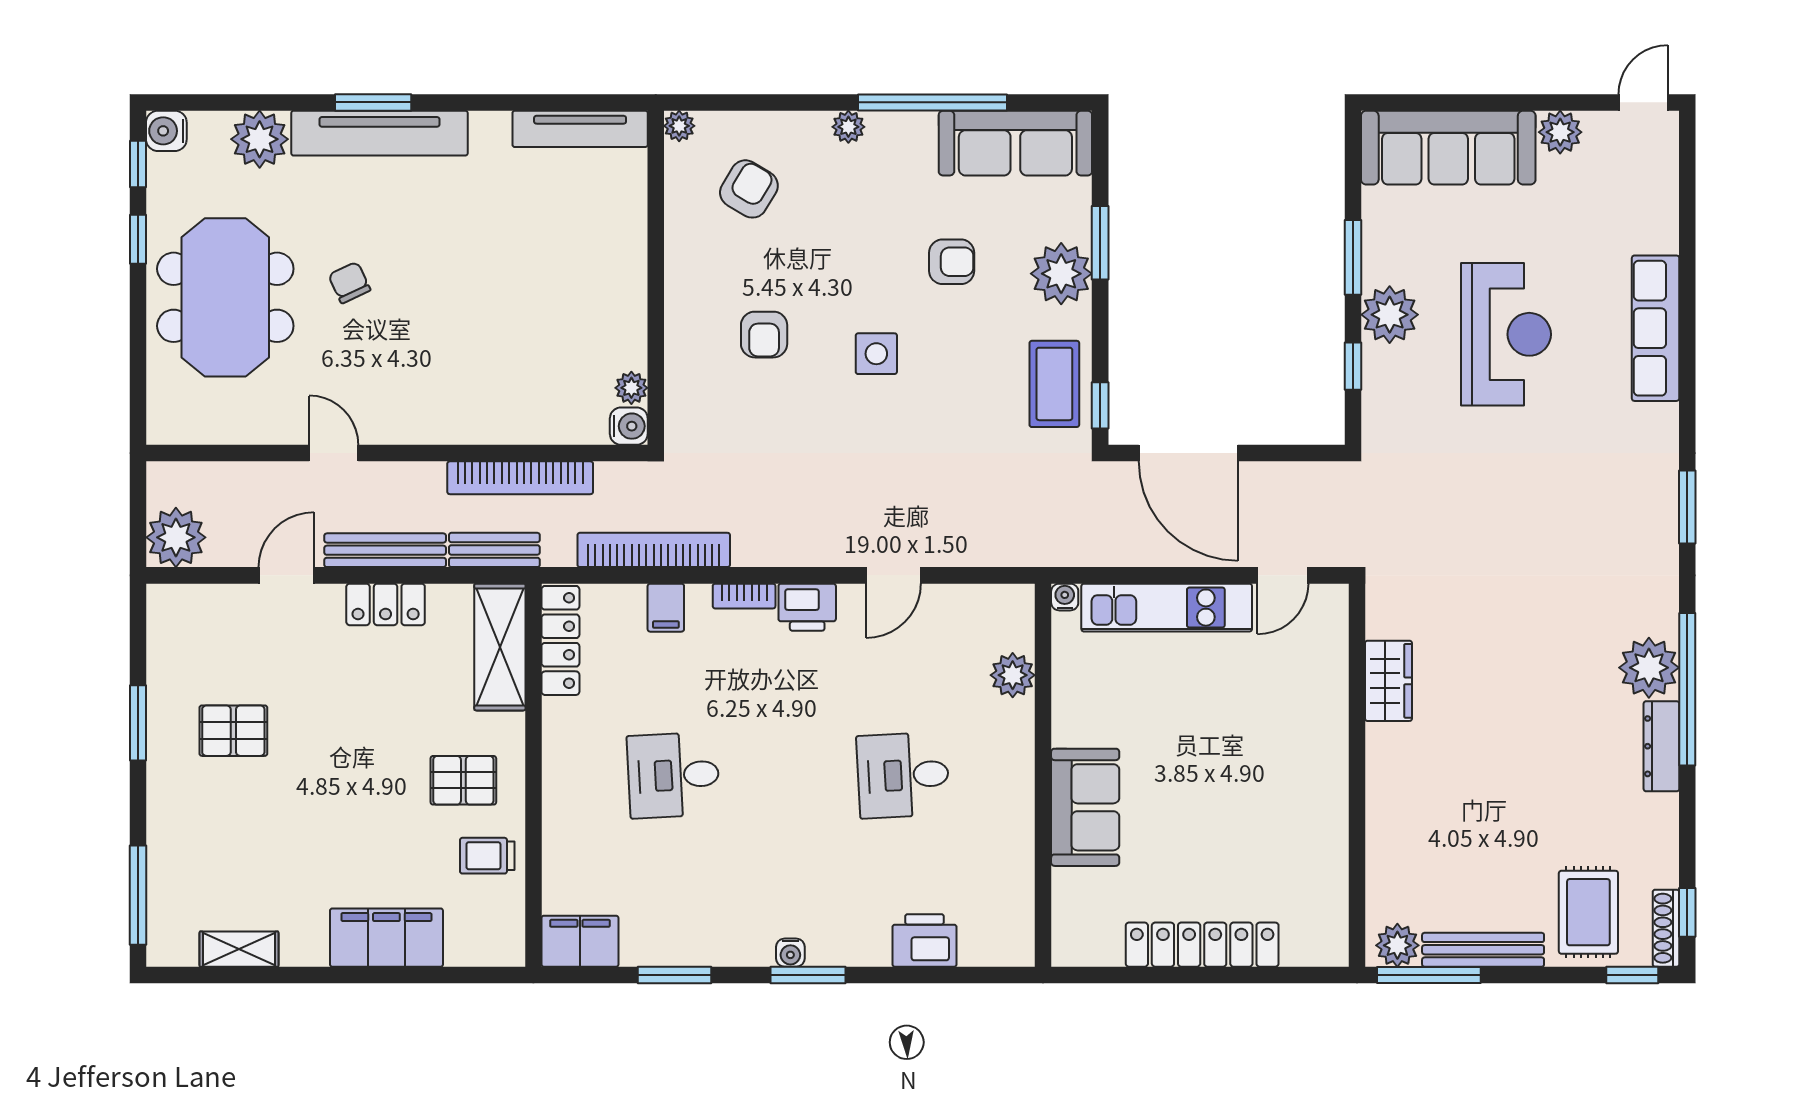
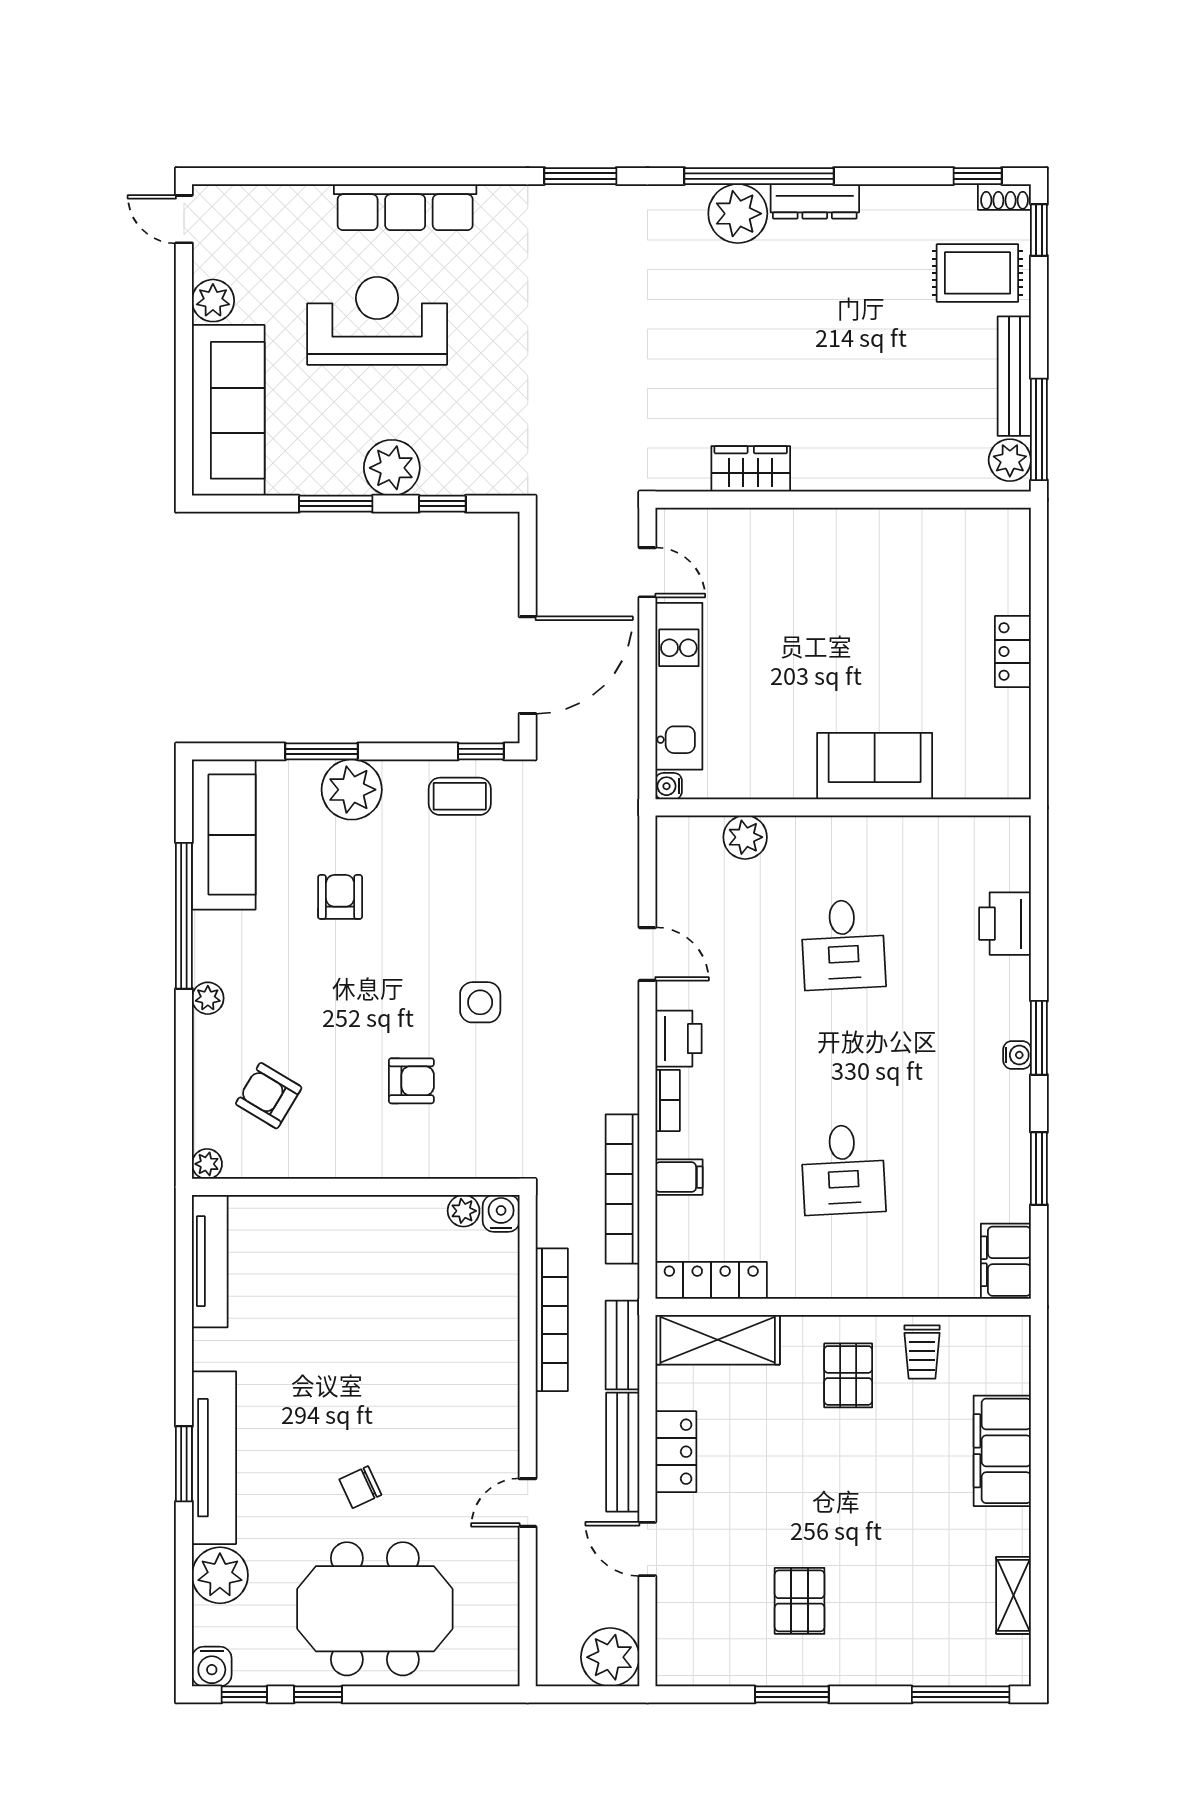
reception desk: (1506, 334) -> (377, 321), moved
side table: (876, 354) -> (480, 1002), moved
coffee table: (1054, 384) -> (460, 796), width x0.73, depth x0.77
shoe rack: (1666, 928) -> (1004, 197), width x0.70
locker: (1202, 945) -> (1013, 651), width x0.46, depth x0.83

